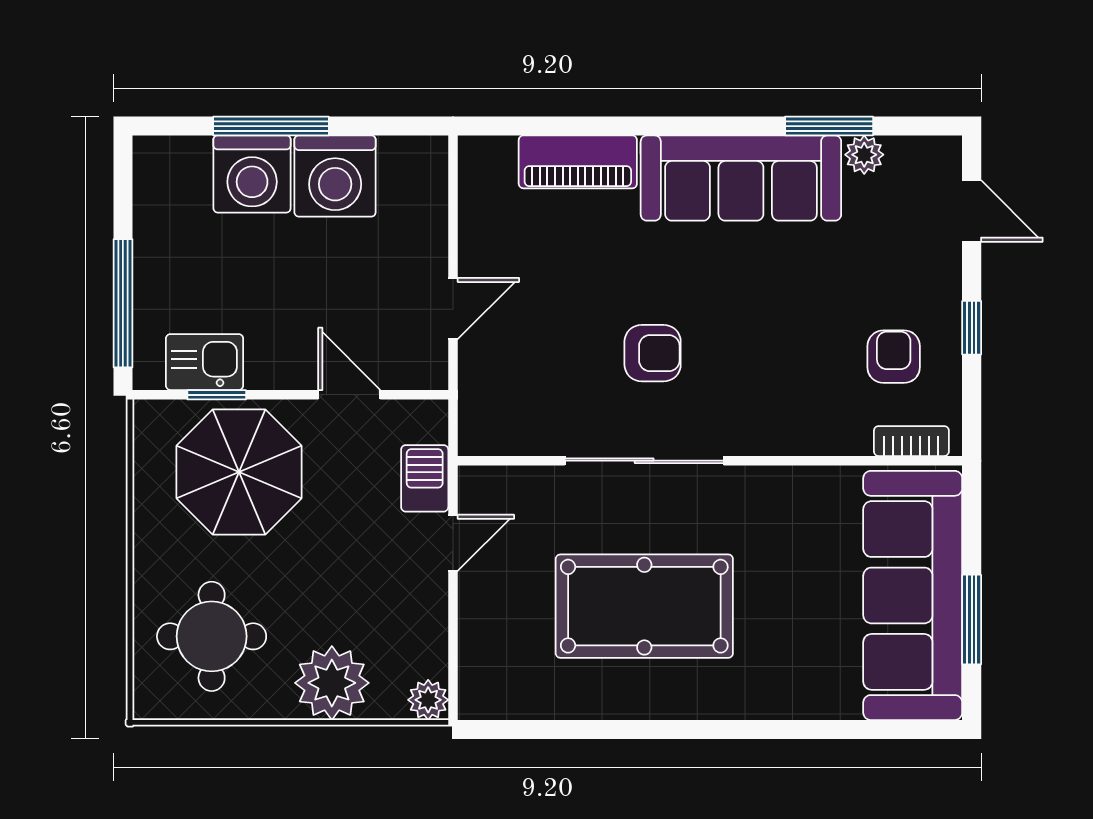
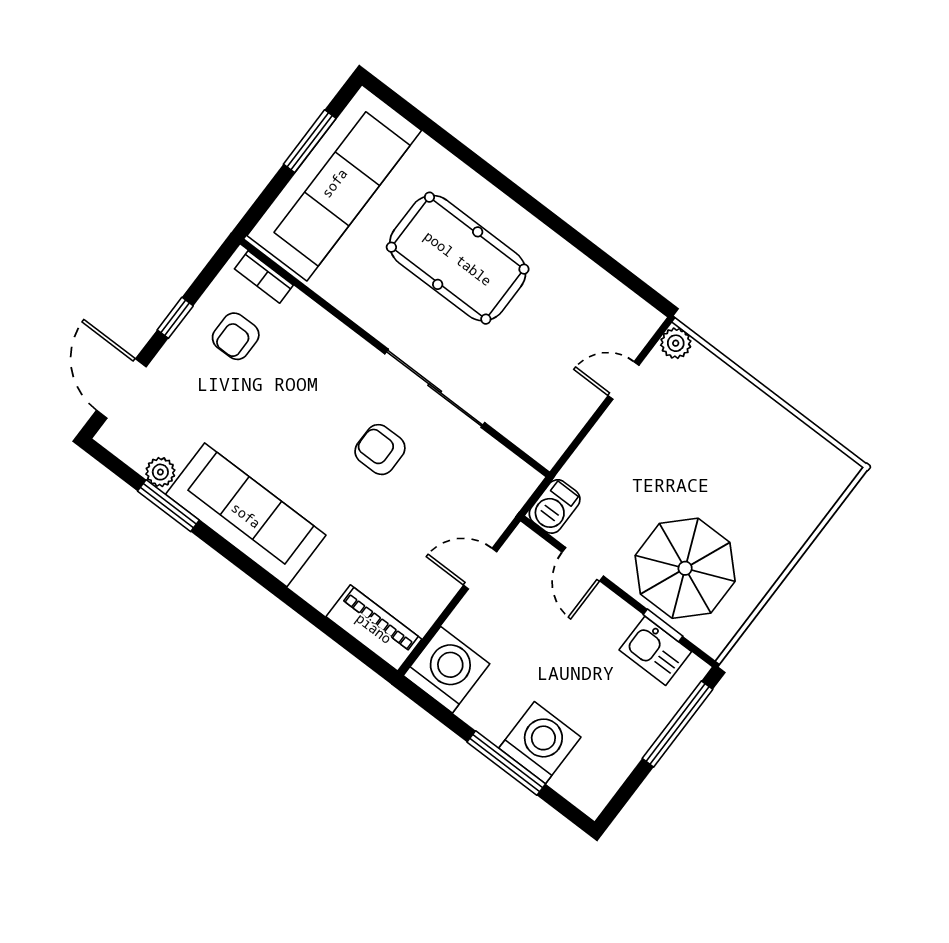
piano: (578, 162) -> (374, 628), moved
washing machine: (335, 176) -> (447, 670), moved
door: (972, 211) -> (121, 388), width x1.38
barbecue: (425, 478) -> (555, 506), moved
door: (453, 543) -> (624, 380), moved
pool table: (644, 606) -> (458, 258), moved
round table: (212, 636) -> (778, 481), removed
plant: (332, 683) -> (726, 398), removed

